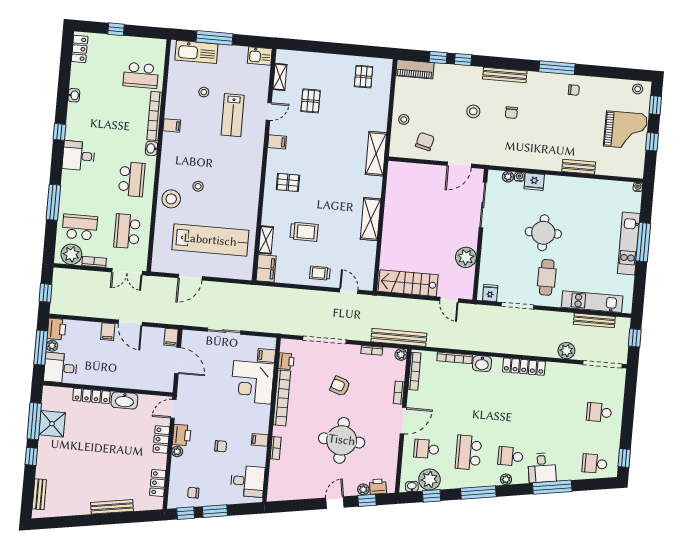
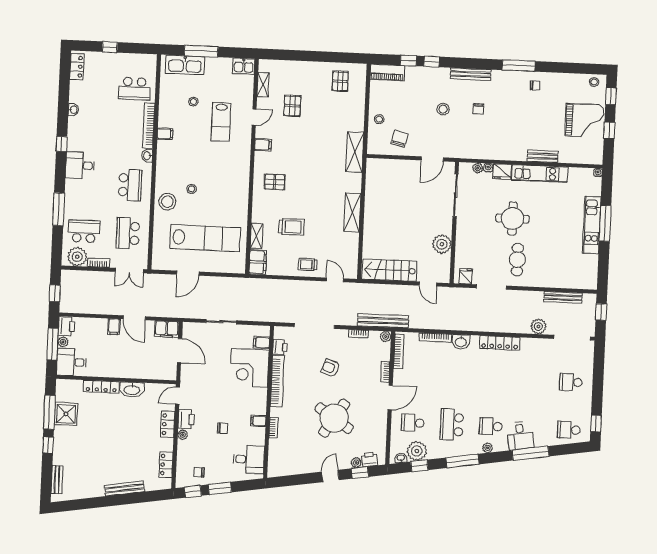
kitchen unit: (592, 302) -> (540, 174), moved, turned 180
filing cabinet: (171, 337) -> (167, 329), width x2.00
round table: (342, 440) -> (334, 418), turned 31

